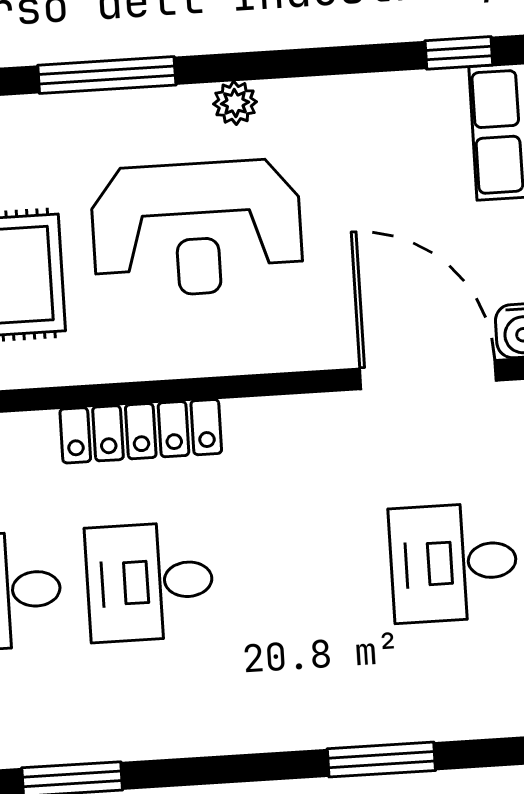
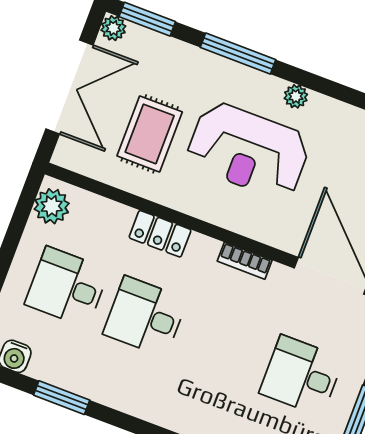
bookcase: (273, 414) -> (245, 261), added
locker: (141, 431) -> (160, 234), width x0.66

